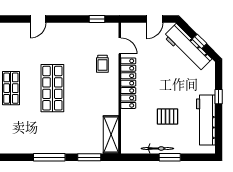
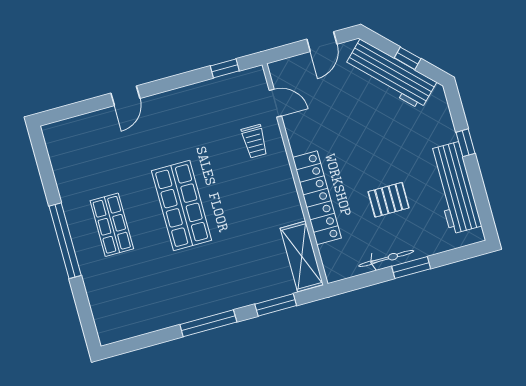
locker: (128, 83) -> (317, 198), moved

